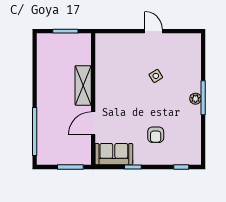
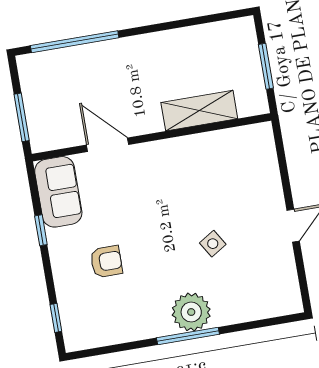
shelving: (83, 85) -> (199, 111), moved
plant: (195, 99) -> (191, 312), width x1.88, depth x1.88
armchair: (156, 135) -> (106, 262), turned 180

